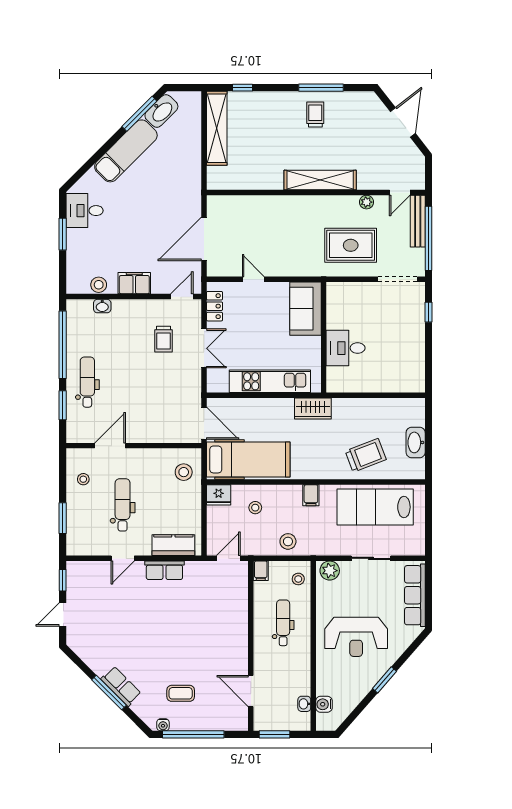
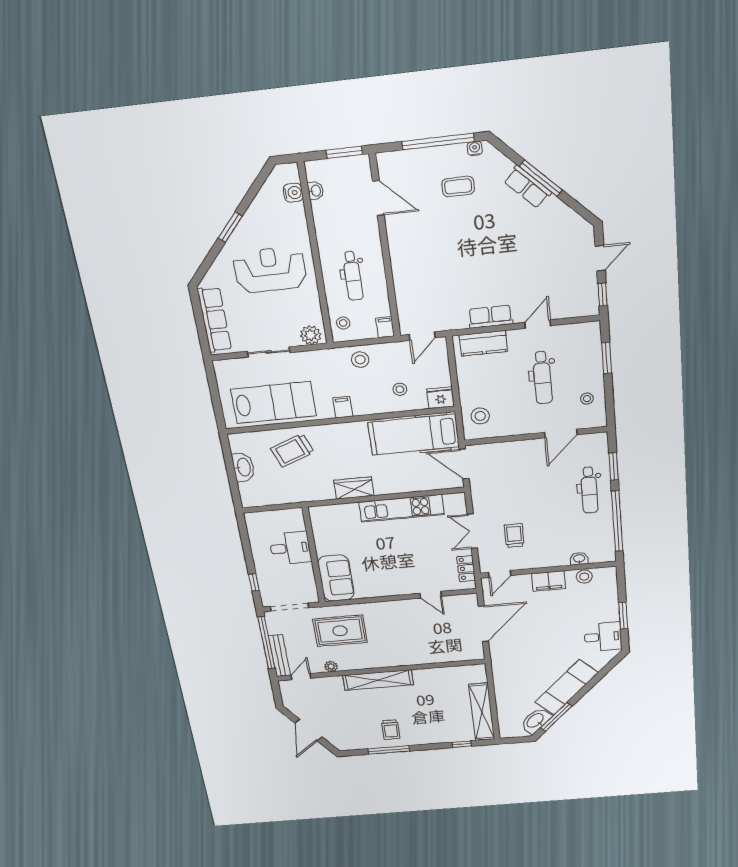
sofa: (305, 309) -> (336, 578), moved
wall: (324, 337) -> (314, 555), moved
desk: (346, 348) -> (290, 548), moved

